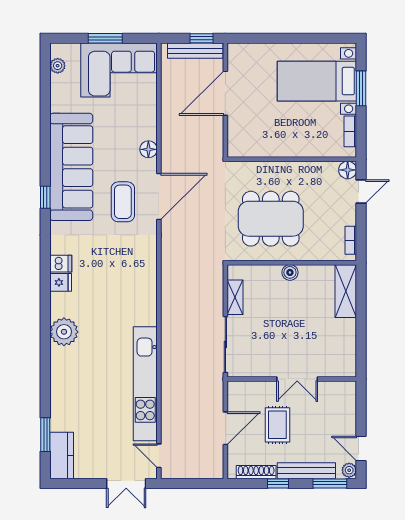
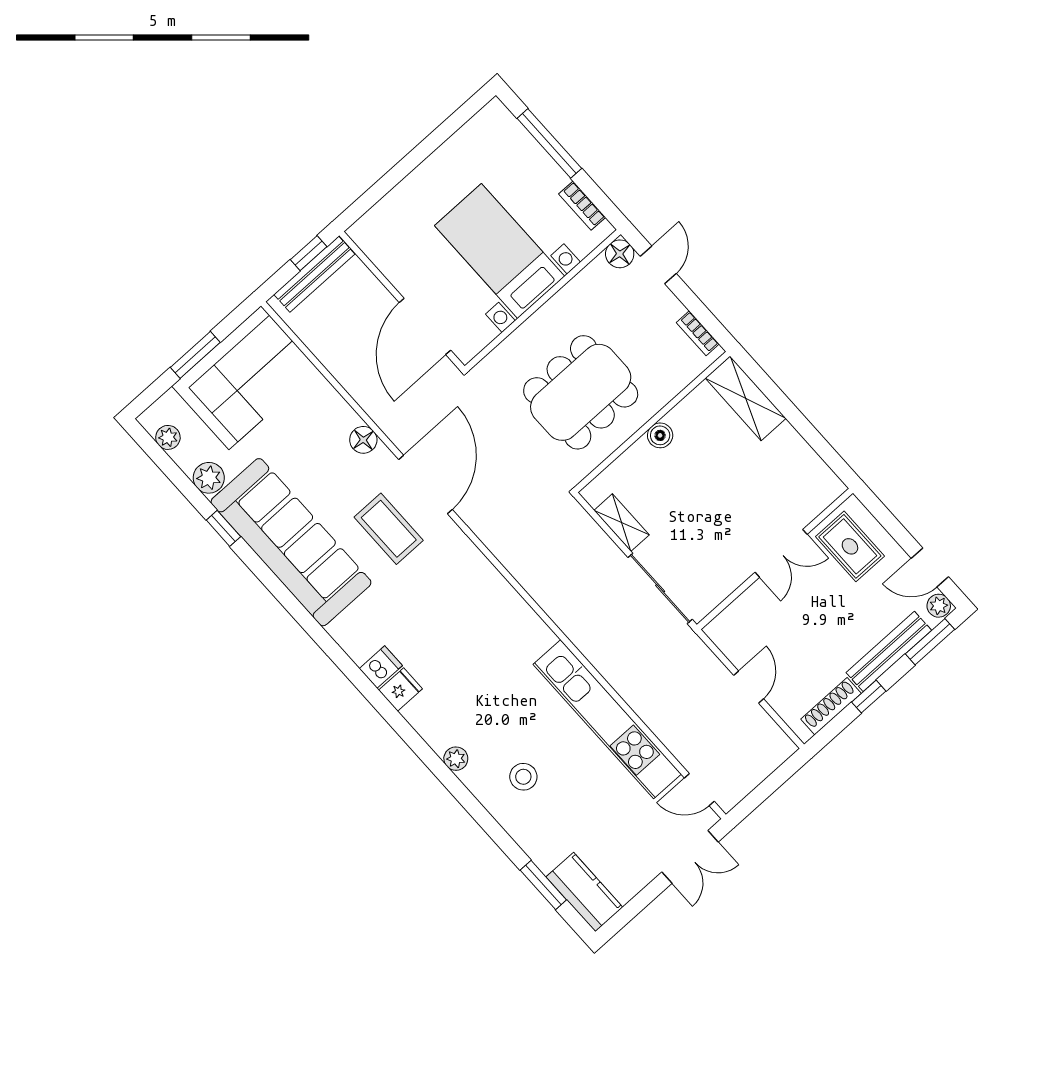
bed with nightstands: (317, 81) -> (500, 251), moved, turned 90
window: (361, 88) -> (549, 143), width x1.44
door: (225, 93) -> (425, 326), moved
plant: (60, 102) -> (209, 478), added
window: (45, 197) -> (223, 528), moved
plant: (64, 332) -> (456, 759), width x0.53, depth x0.53
stool: (82, 375) -> (523, 777), added
rug: (277, 425) -> (850, 546), moved
door: (225, 428) -> (749, 687), width x0.73

